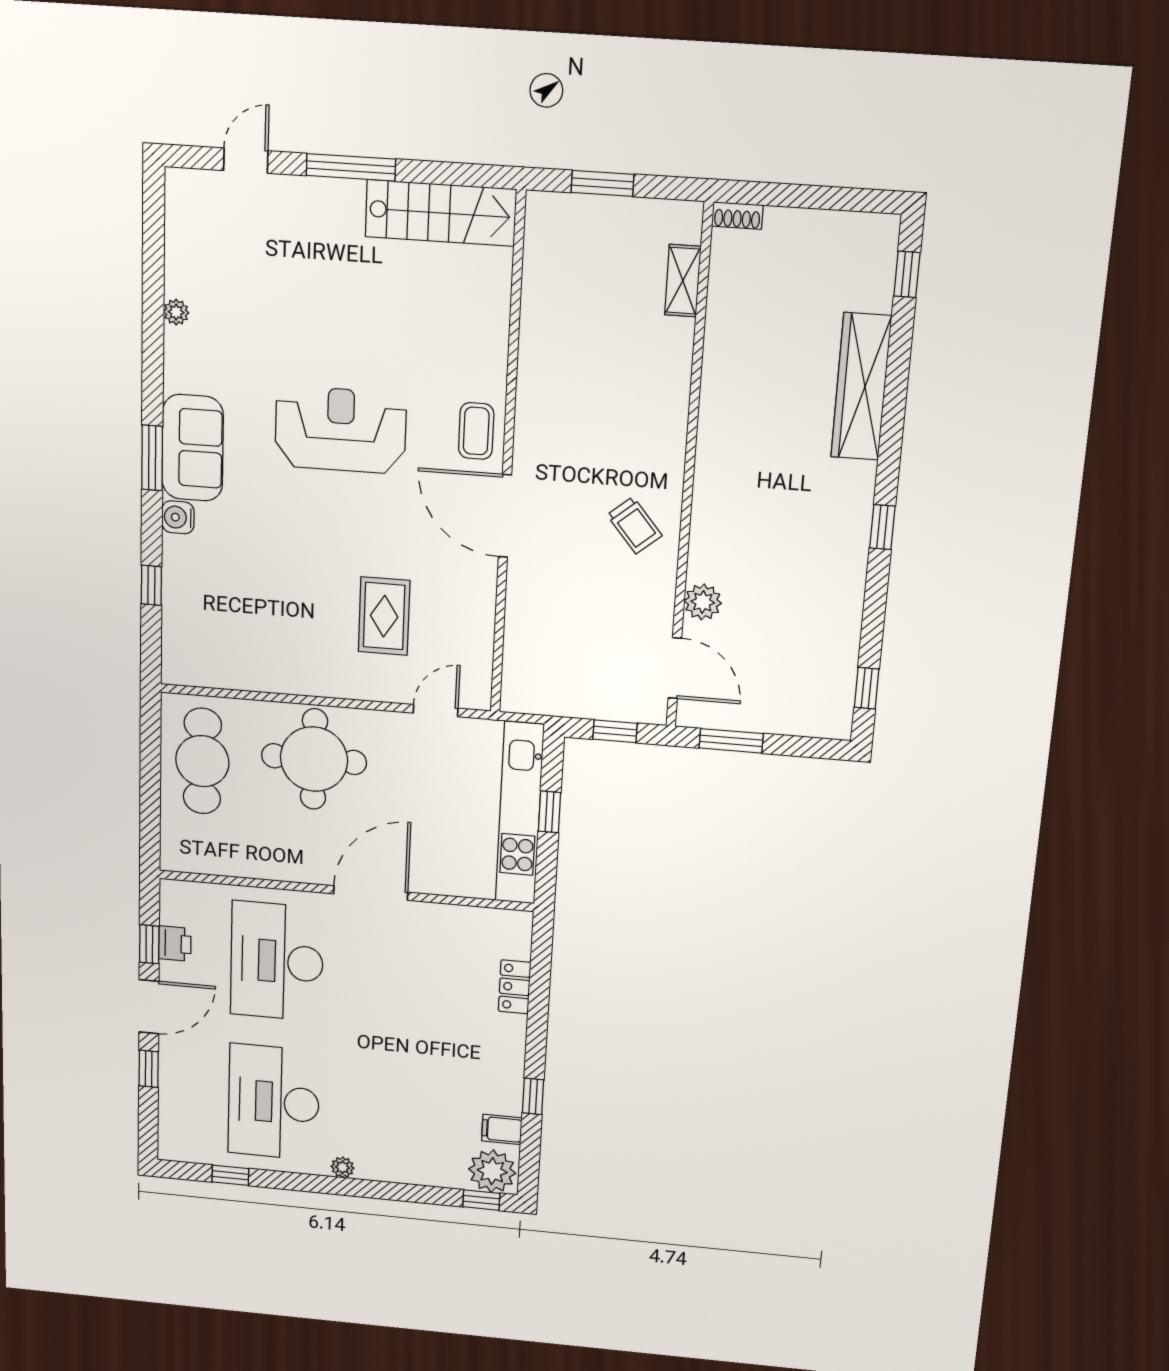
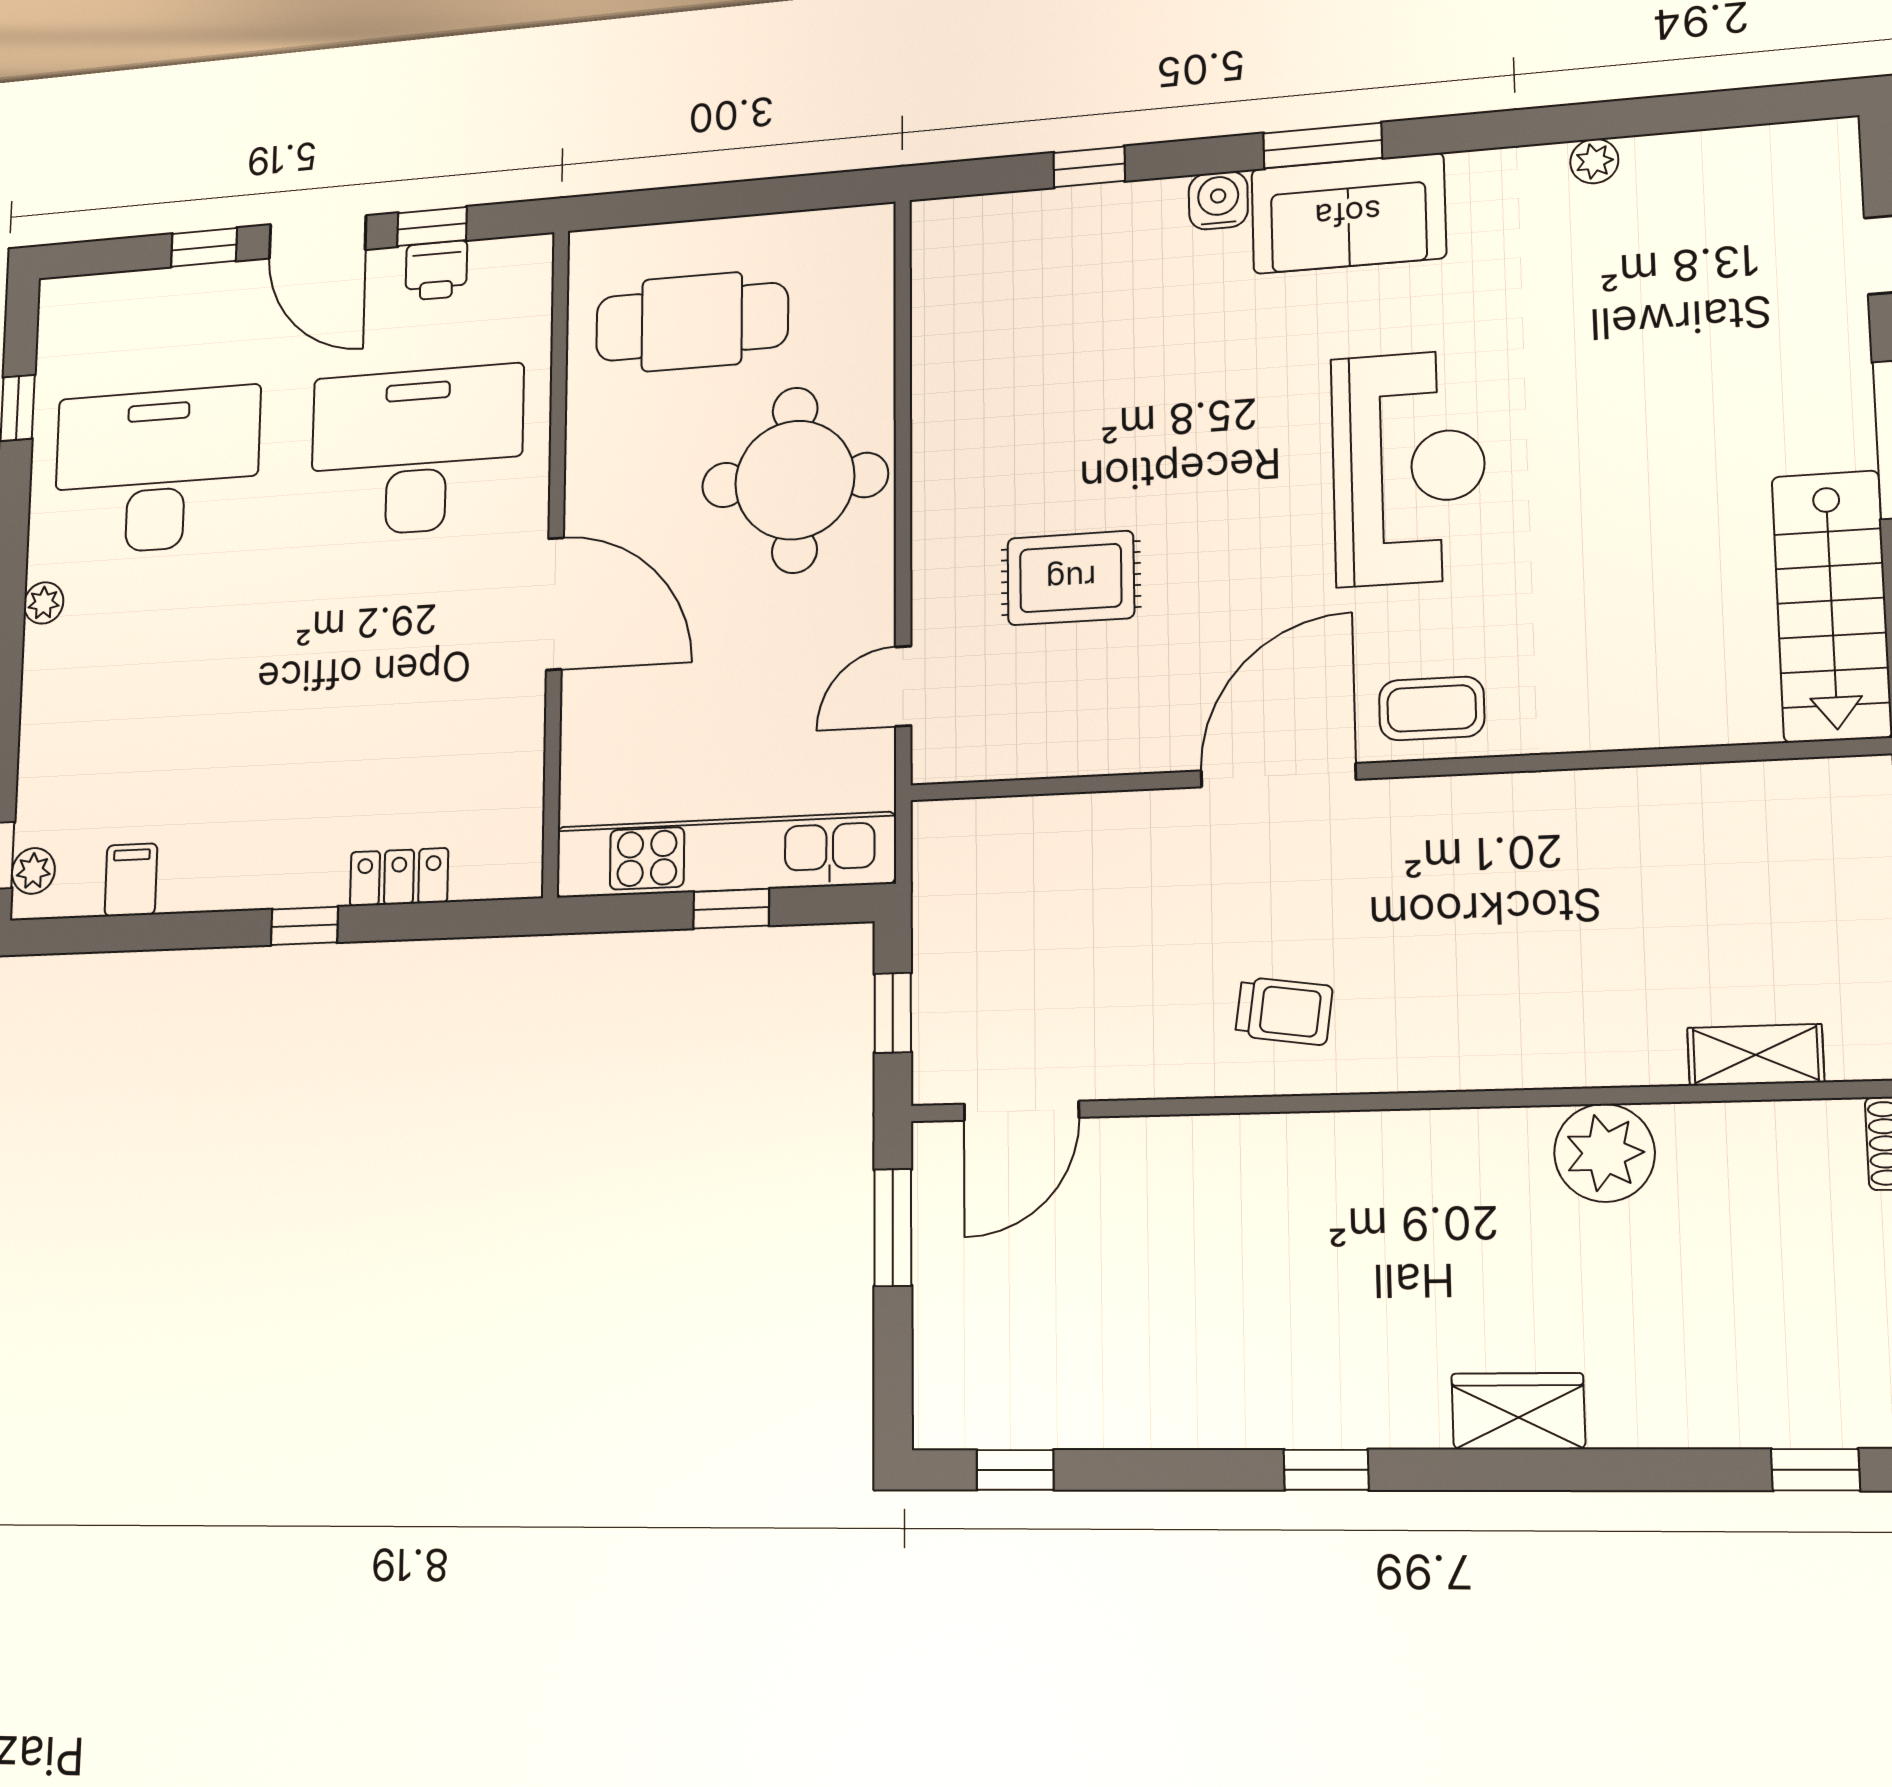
wardrobe: (861, 387) -> (1518, 1411), width x0.48, depth x0.85
trolley: (634, 525) -> (1284, 1011), turned -132
plant: (703, 602) -> (1604, 1153), moved, width x1.36, depth x1.36
door: (436, 711) -> (903, 686), swing flipped
cafe table: (202, 761) -> (692, 322), moved
window: (533, 1096) -> (304, 926), moved
plant: (492, 1171) -> (33, 871), width x0.53, depth x0.53

